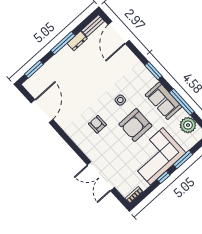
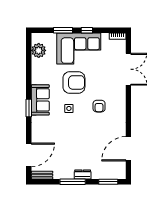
dresser: (77, 41) -> (83, 175), moved
sofa: (164, 101) -> (40, 100), moved
window: (182, 102) -> (29, 70), removed

